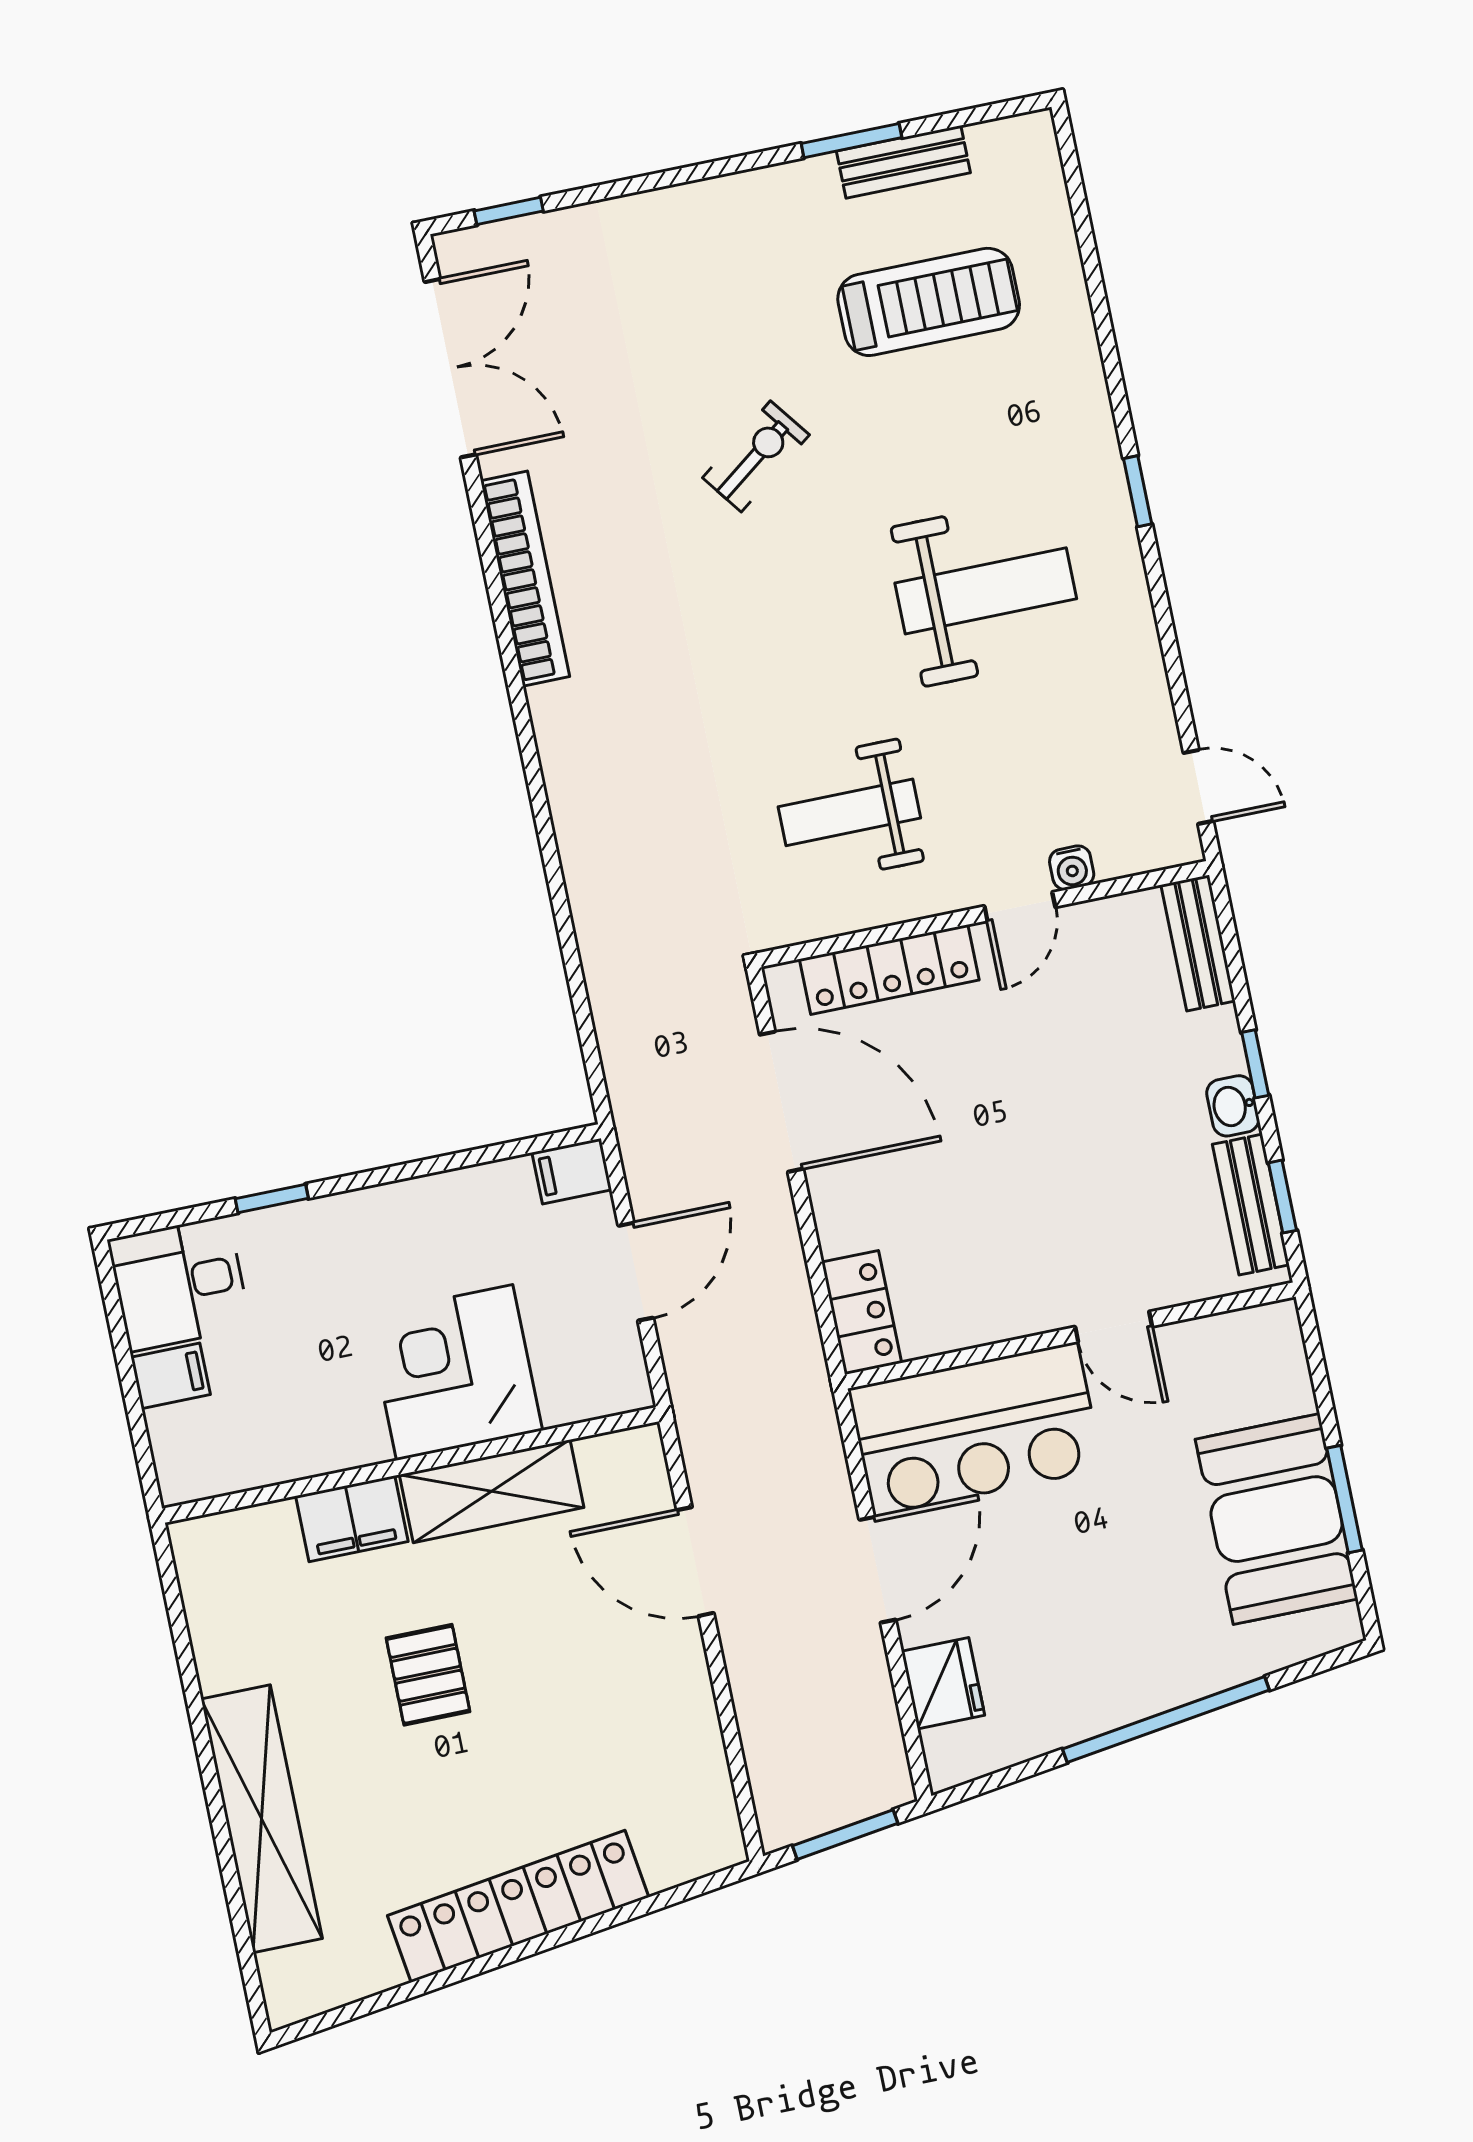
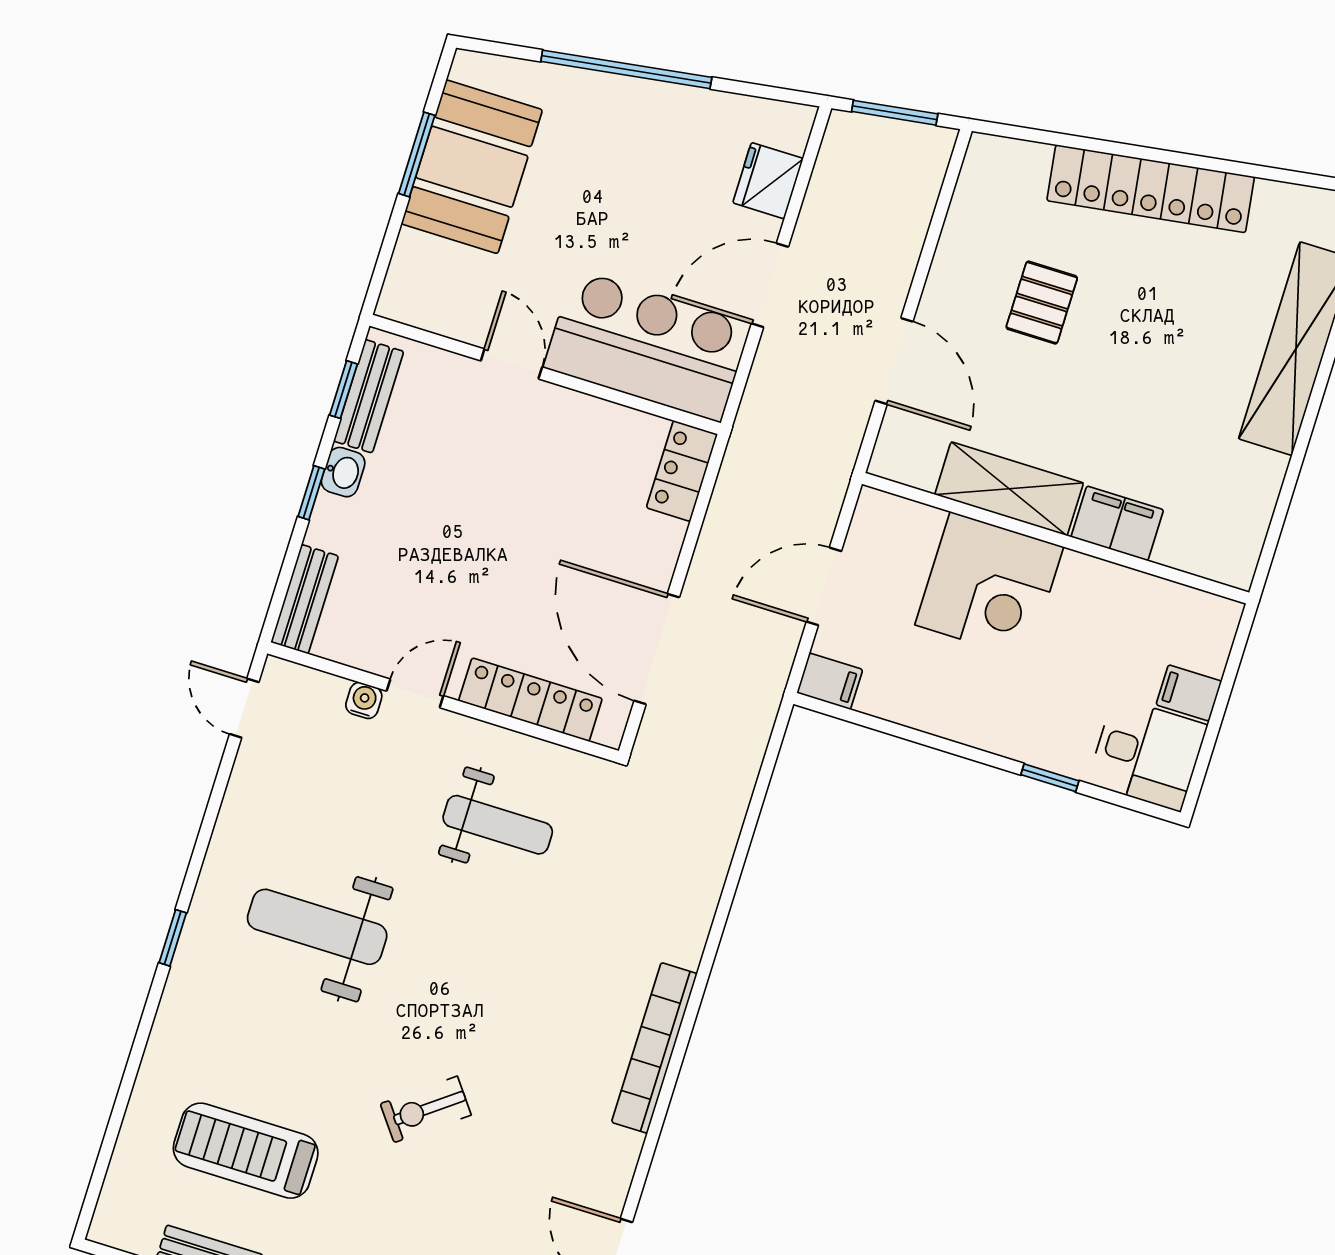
bookcase: (525, 579) -> (654, 1048), moved
pallet: (428, 1675) -> (1042, 303), moved

